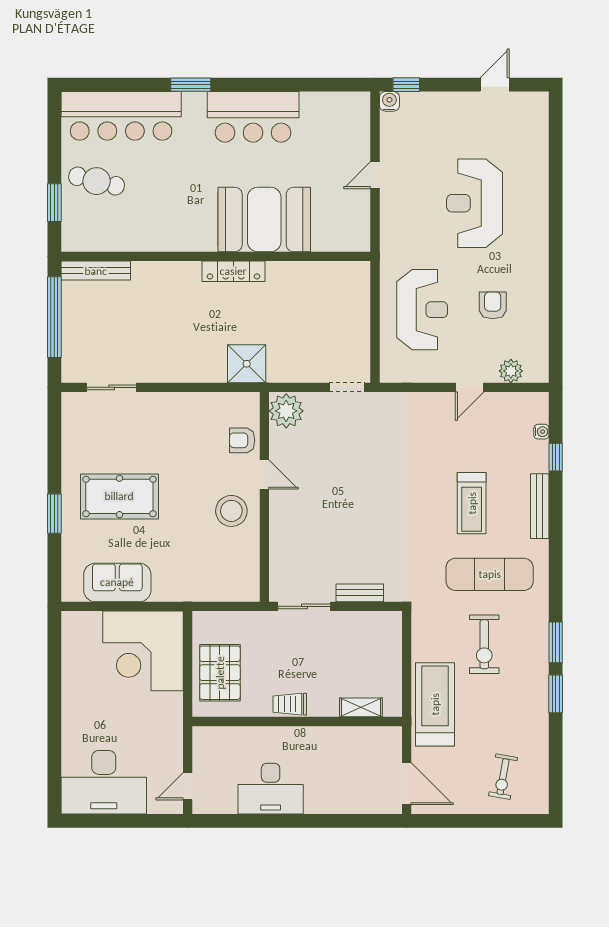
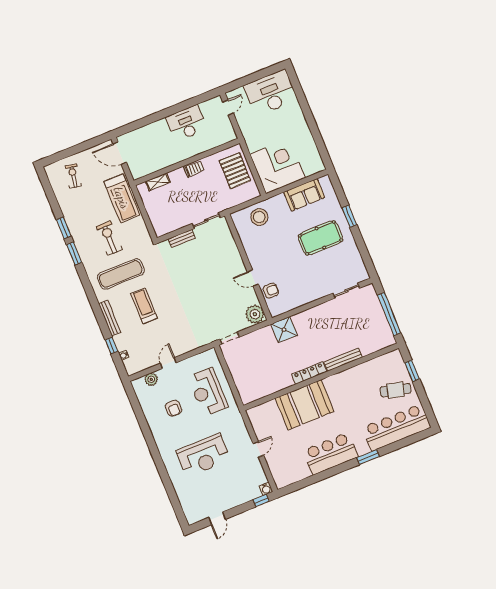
reception desk: (475, 203) -> (203, 455), turned 90
bench: (96, 271) -> (343, 360), moved
stool: (231, 511) -> (259, 217), moved

